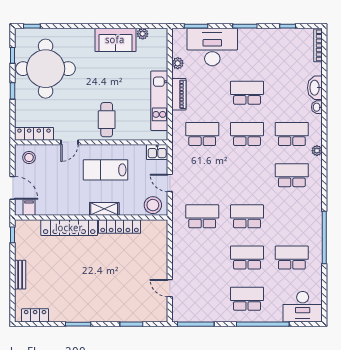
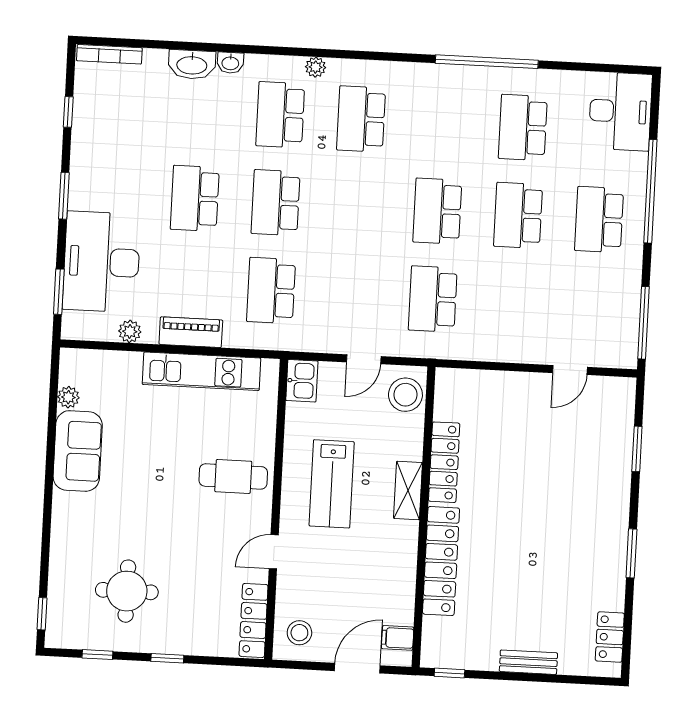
round table: (46, 69) -> (127, 591), width x0.54, depth x0.54
door: (69, 142) -> (274, 552), swing flipped

